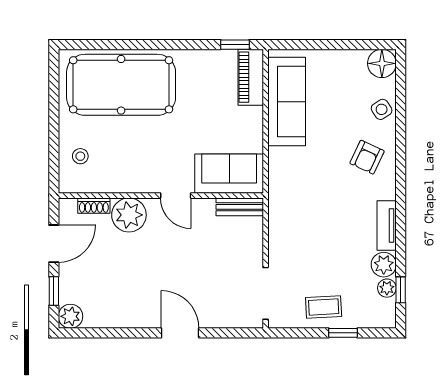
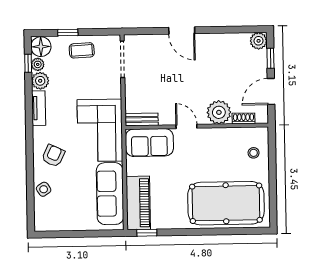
floor lamp: (382, 63) -> (41, 47), moved
piano: (251, 77) -> (138, 203), width x1.37, depth x1.33
corner sofa: (300, 192) -> (100, 130), added

